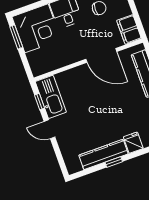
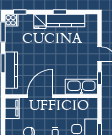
door: (101, 55) -> (40, 96), hinge flipped
kitchen sink: (51, 97) -> (81, 87), moved, turned 90

